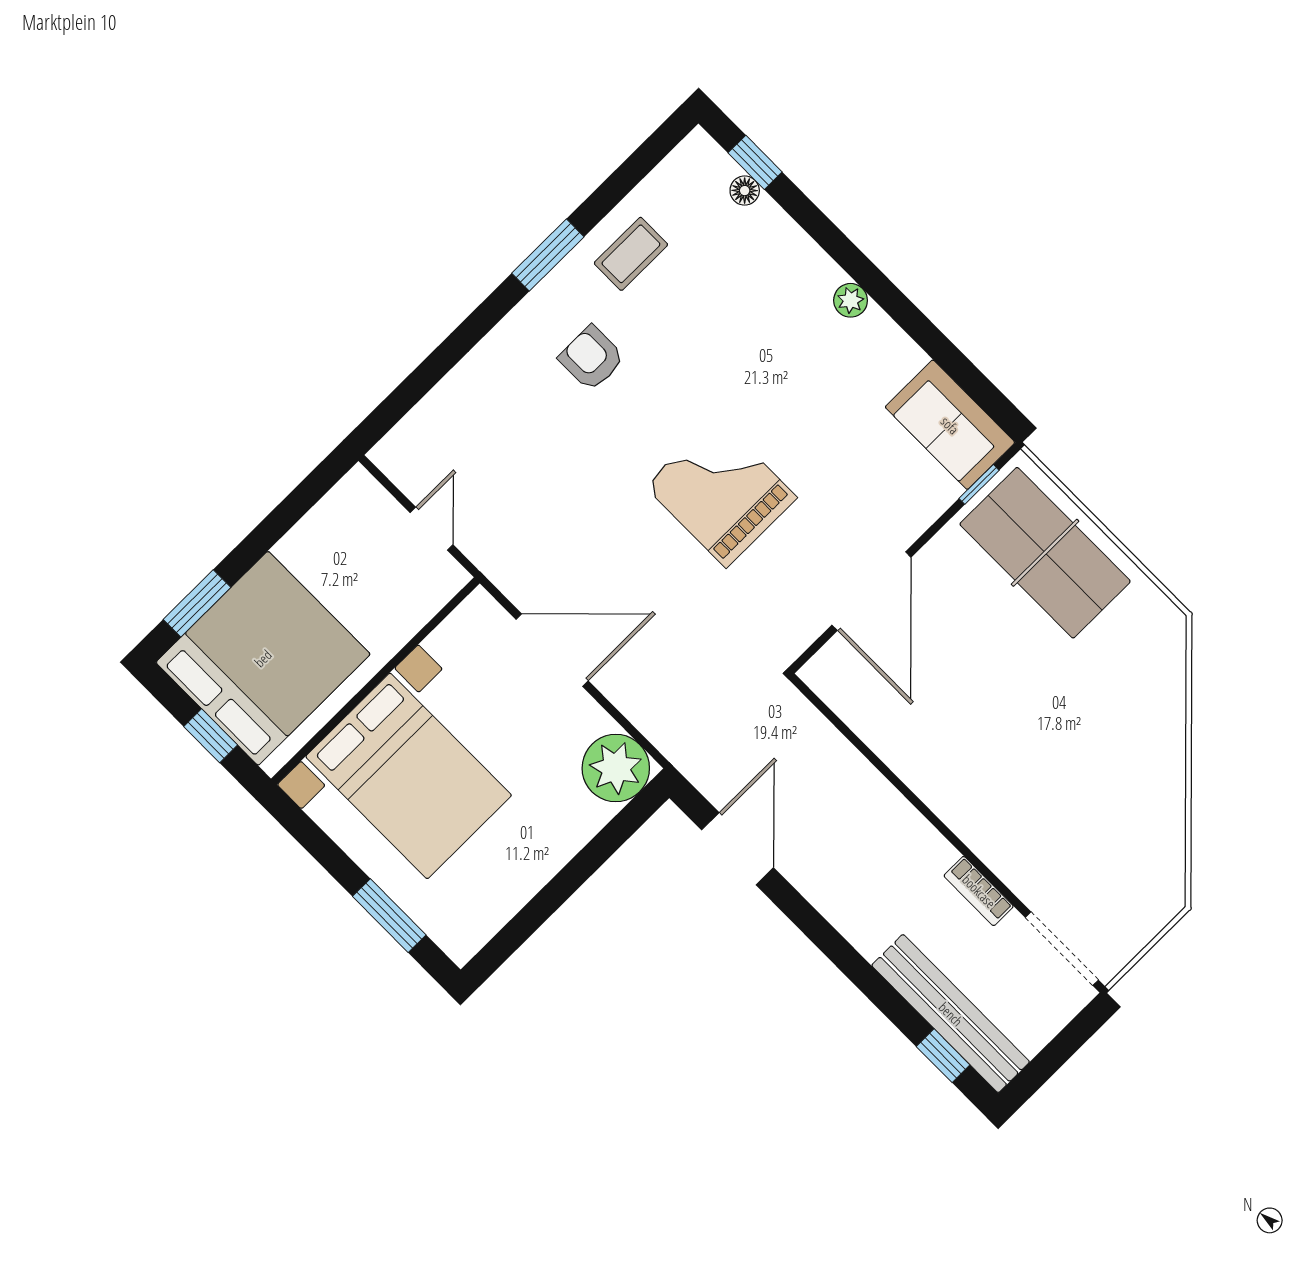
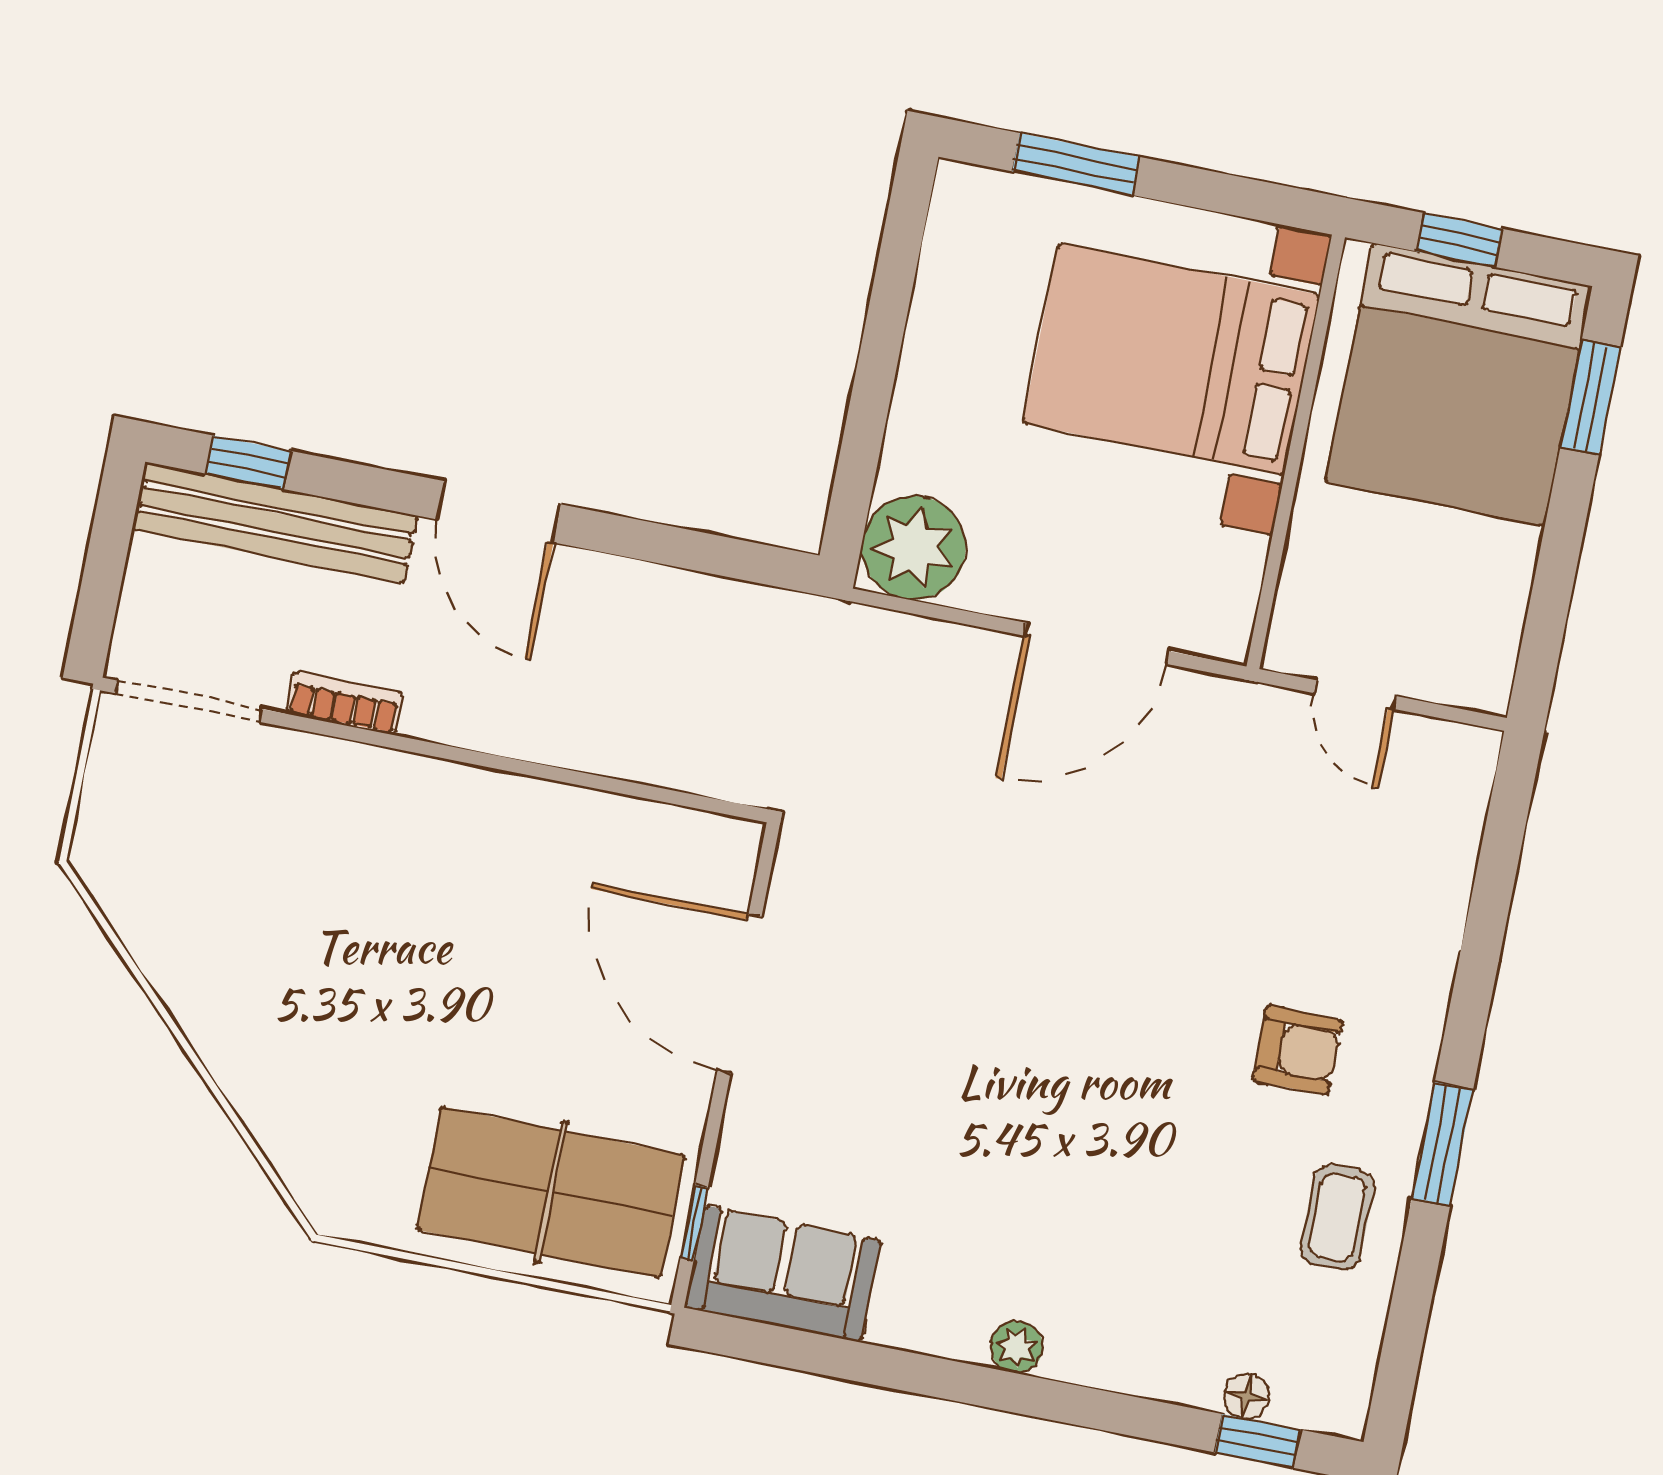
grand piano: (721, 492) -> (1017, 991), removed
door: (738, 849) -> (499, 512), moved

